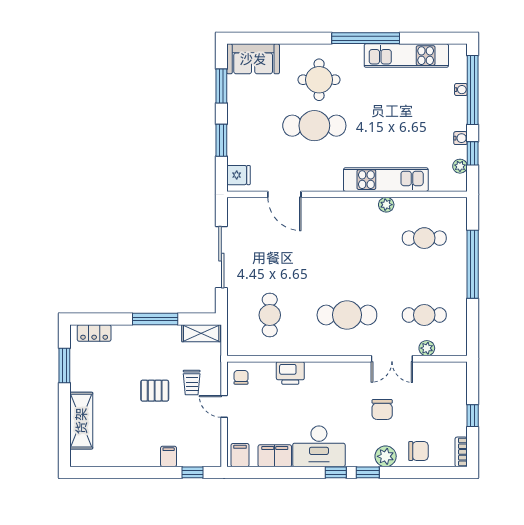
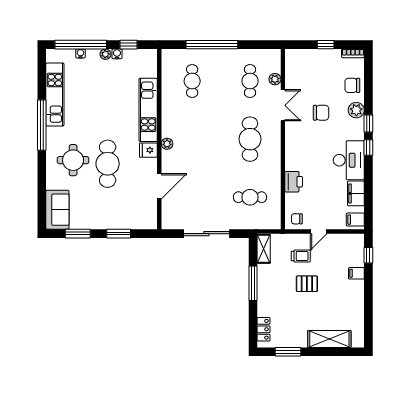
plant: (460, 166) -> (106, 54), moved
fridge: (238, 175) -> (148, 150), moved, turned -90
plant: (386, 205) -> (167, 144), moved
pallet: (155, 391) -> (307, 284), turned 90
chair: (419, 451) -> (352, 85), turned -90

